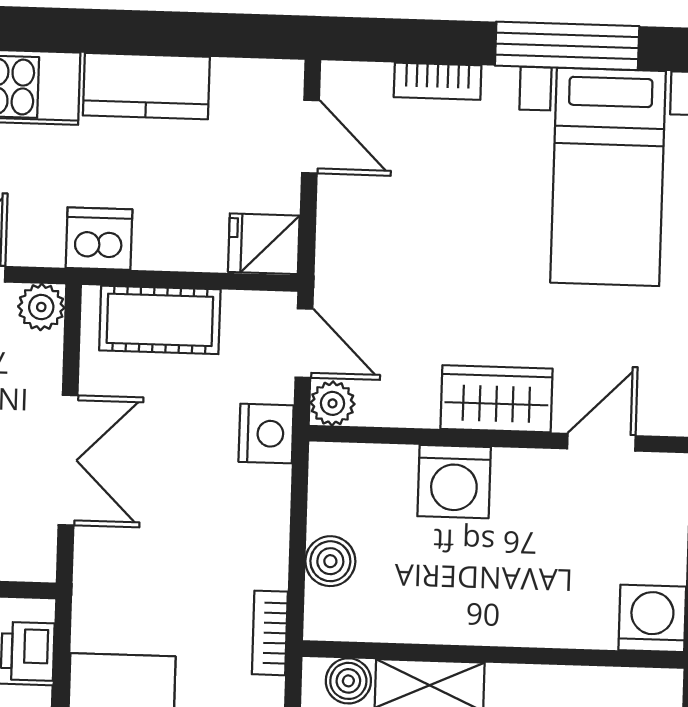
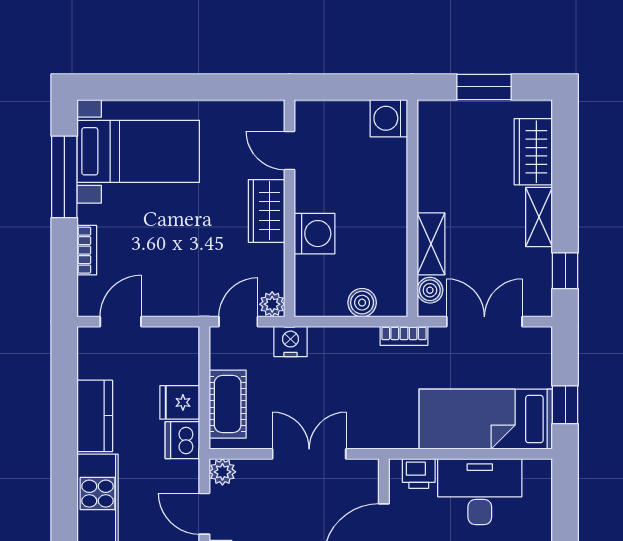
fridge: (264, 244) -> (180, 402), moved, turned 90

